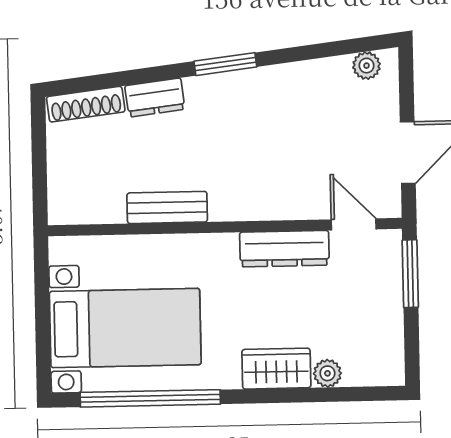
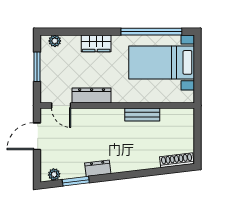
window: (225, 64) -> (76, 181), moved
dresser: (155, 97) -> (98, 168), moved
window: (410, 274) -> (37, 67), moved
plant: (327, 373) -> (55, 41), moved

